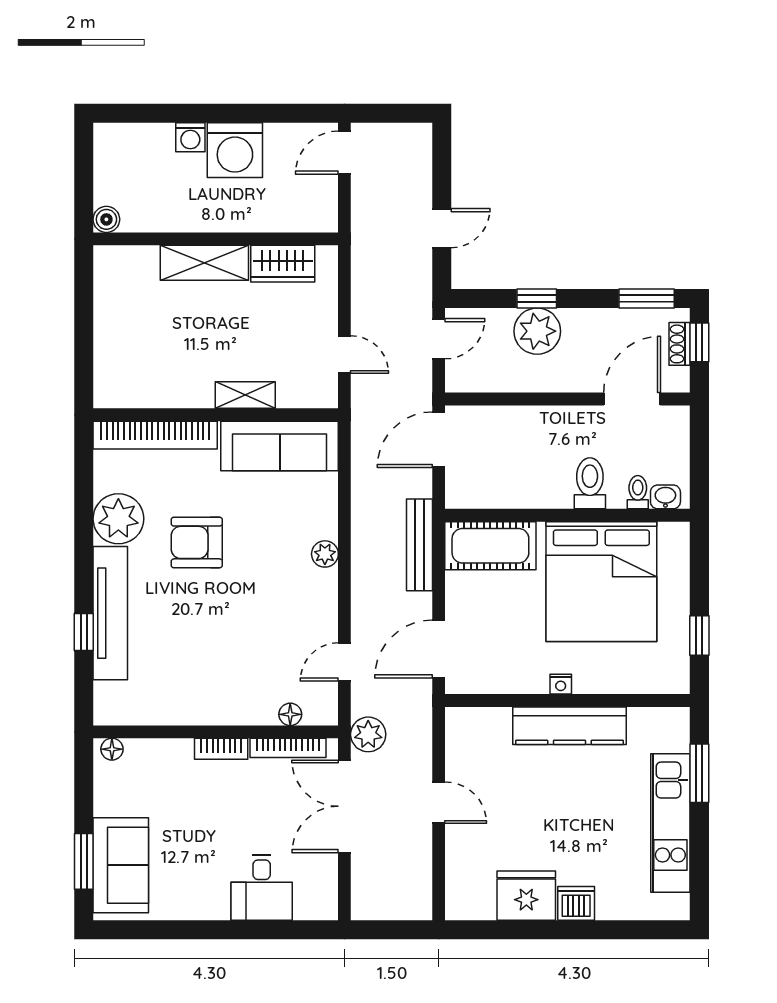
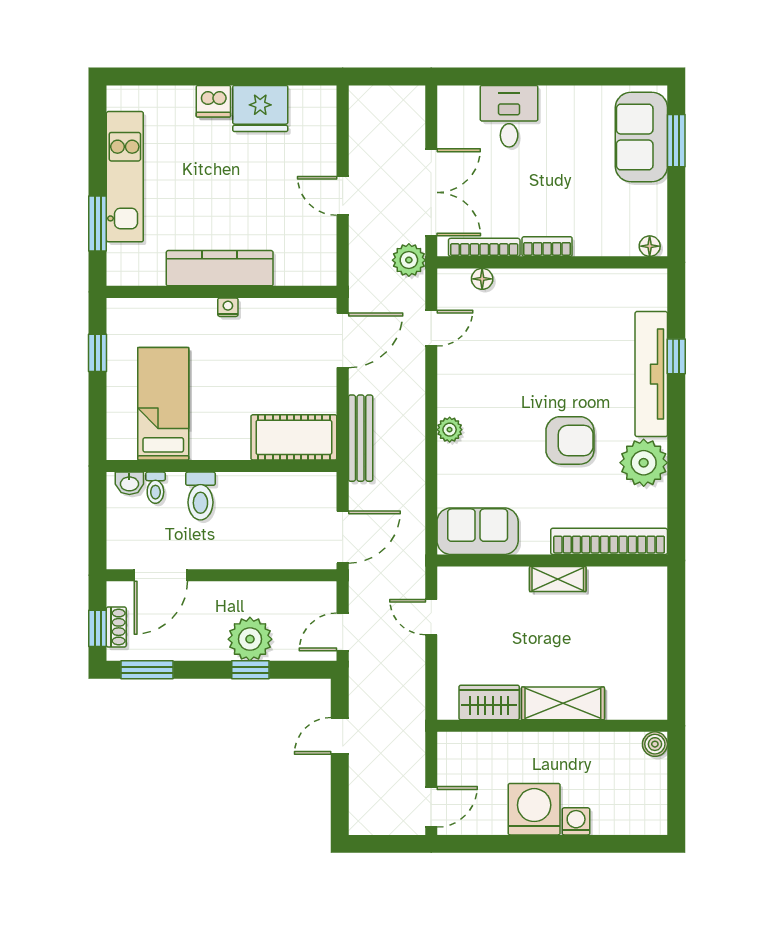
shelving: (245, 395) -> (558, 579), moved
sofa: (280, 446) -> (478, 531), width x0.73
bed: (601, 582) -> (163, 404), width x0.49

